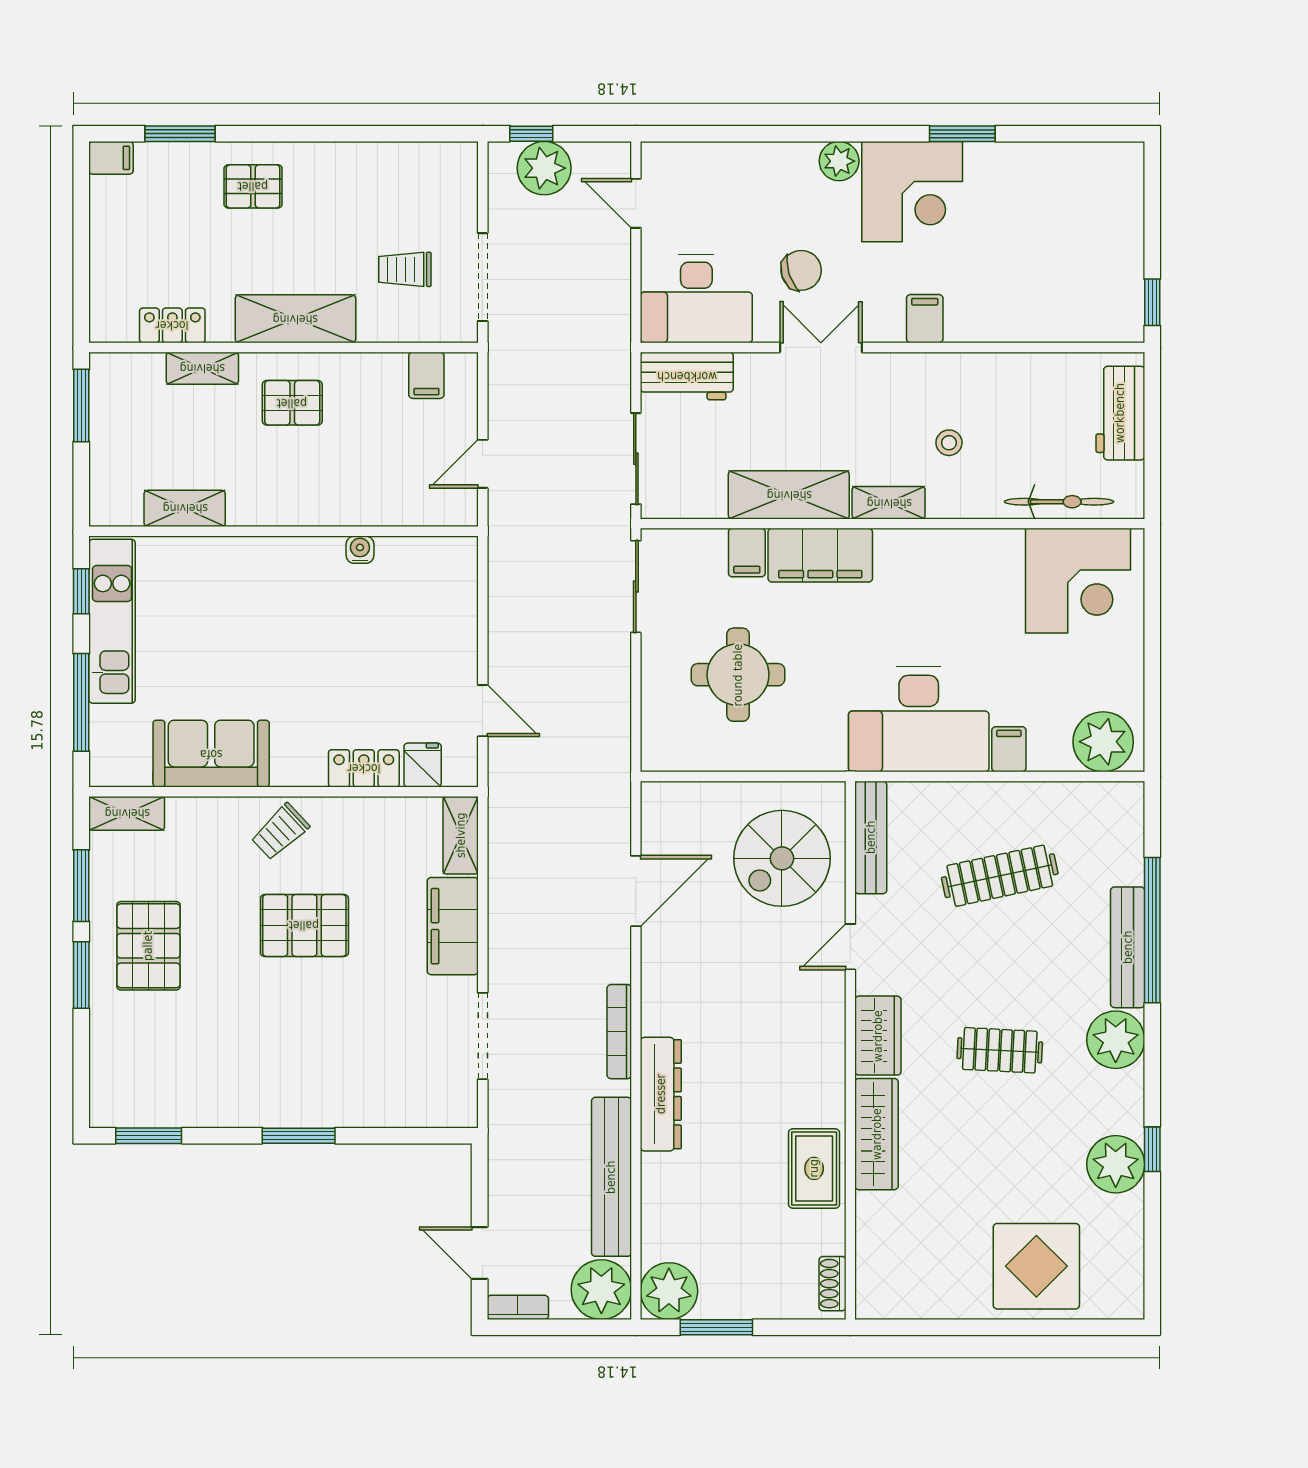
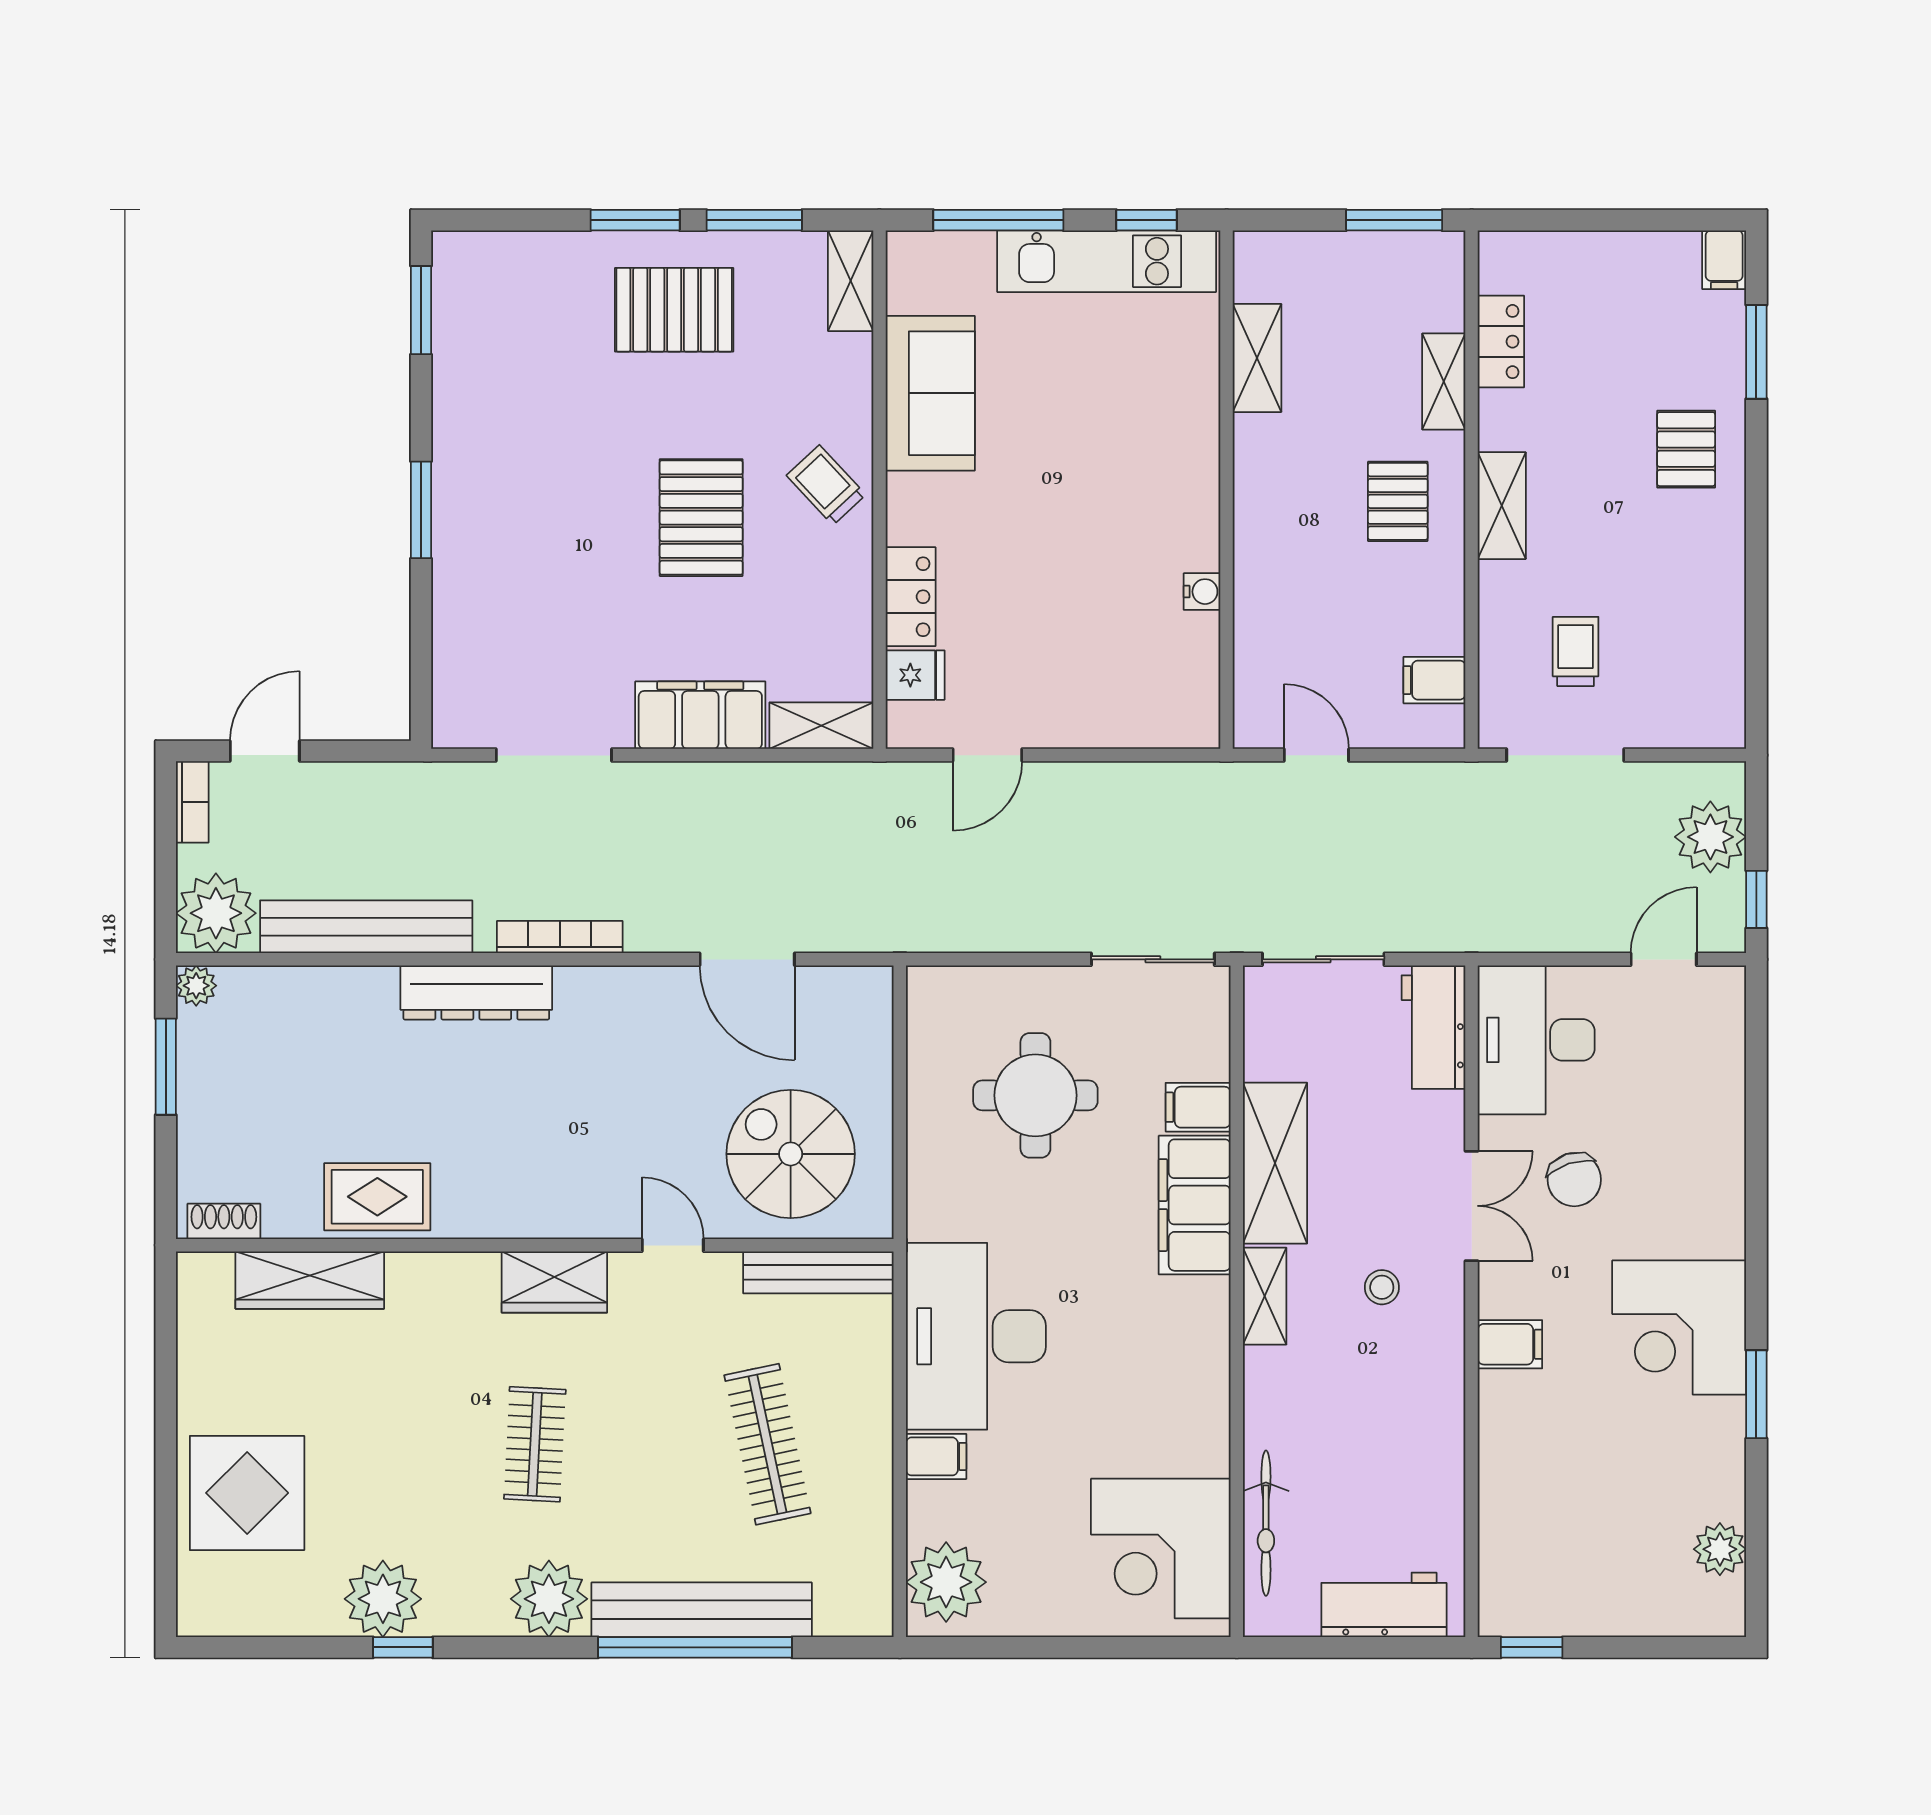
window: (531, 134) -> (1756, 899), moved
plant: (839, 161) -> (1720, 1549), moved
shelving: (295, 319) -> (1502, 506), width x0.67, depth x0.75
stool: (949, 443) -> (1382, 1287), moved
bench: (1128, 947) -> (702, 1610), width x1.37, depth x1.21
wardrobe: (877, 1134) -> (310, 1280), moved
plant: (669, 1291) -> (196, 986), width x0.53, depth x0.53

